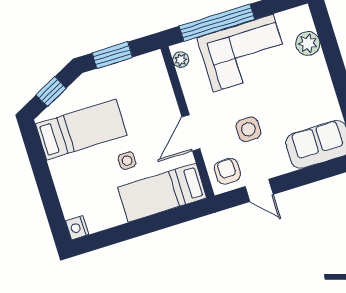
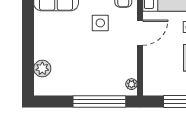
corner sofa: (243, 53) -> (88, 76), removed

